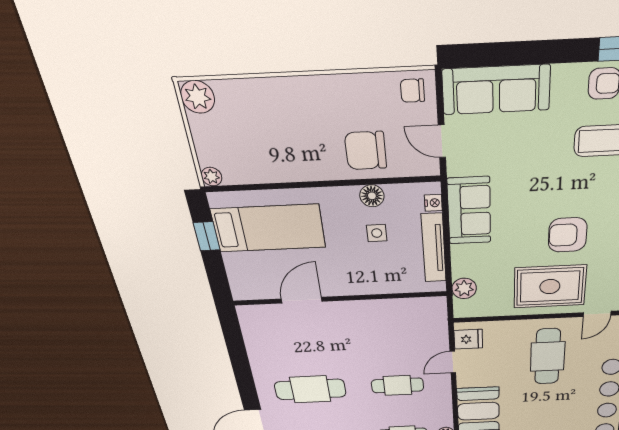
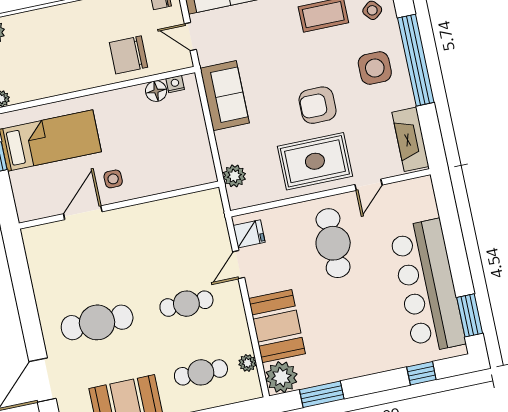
floor lamp: (372, 196) -> (156, 91), moved
nightstand: (433, 203) -> (175, 84), moved, turned -90
side table: (377, 233) -> (113, 179), moved
tv unit: (434, 248) -> (199, 138), removed

